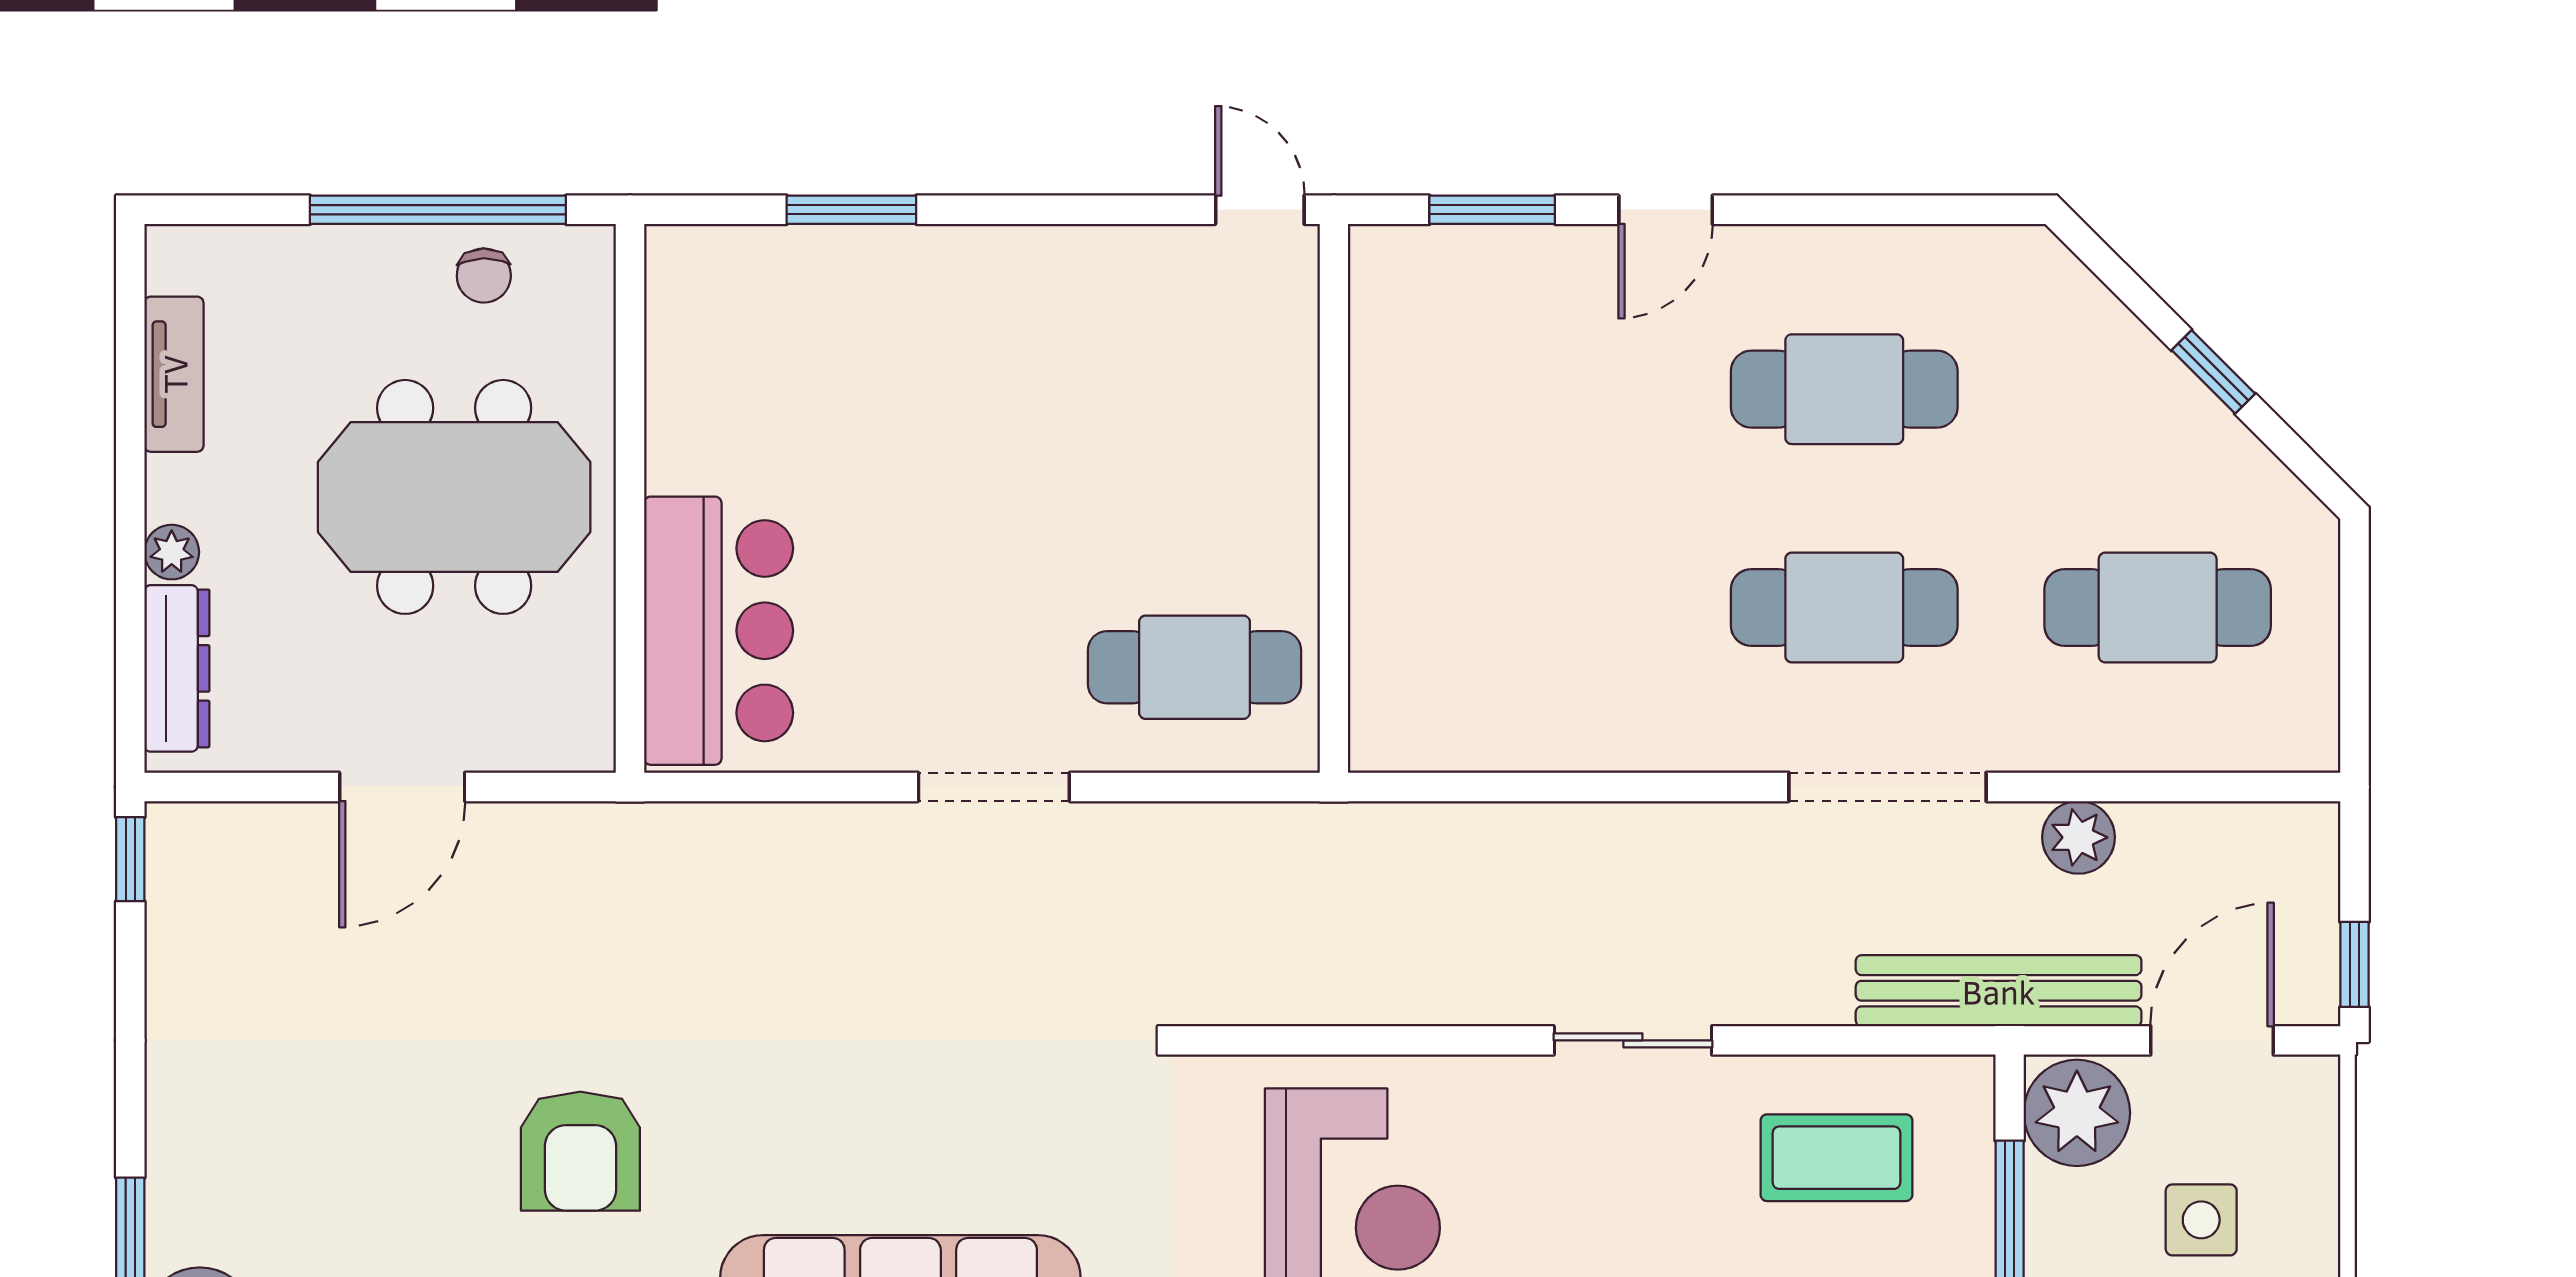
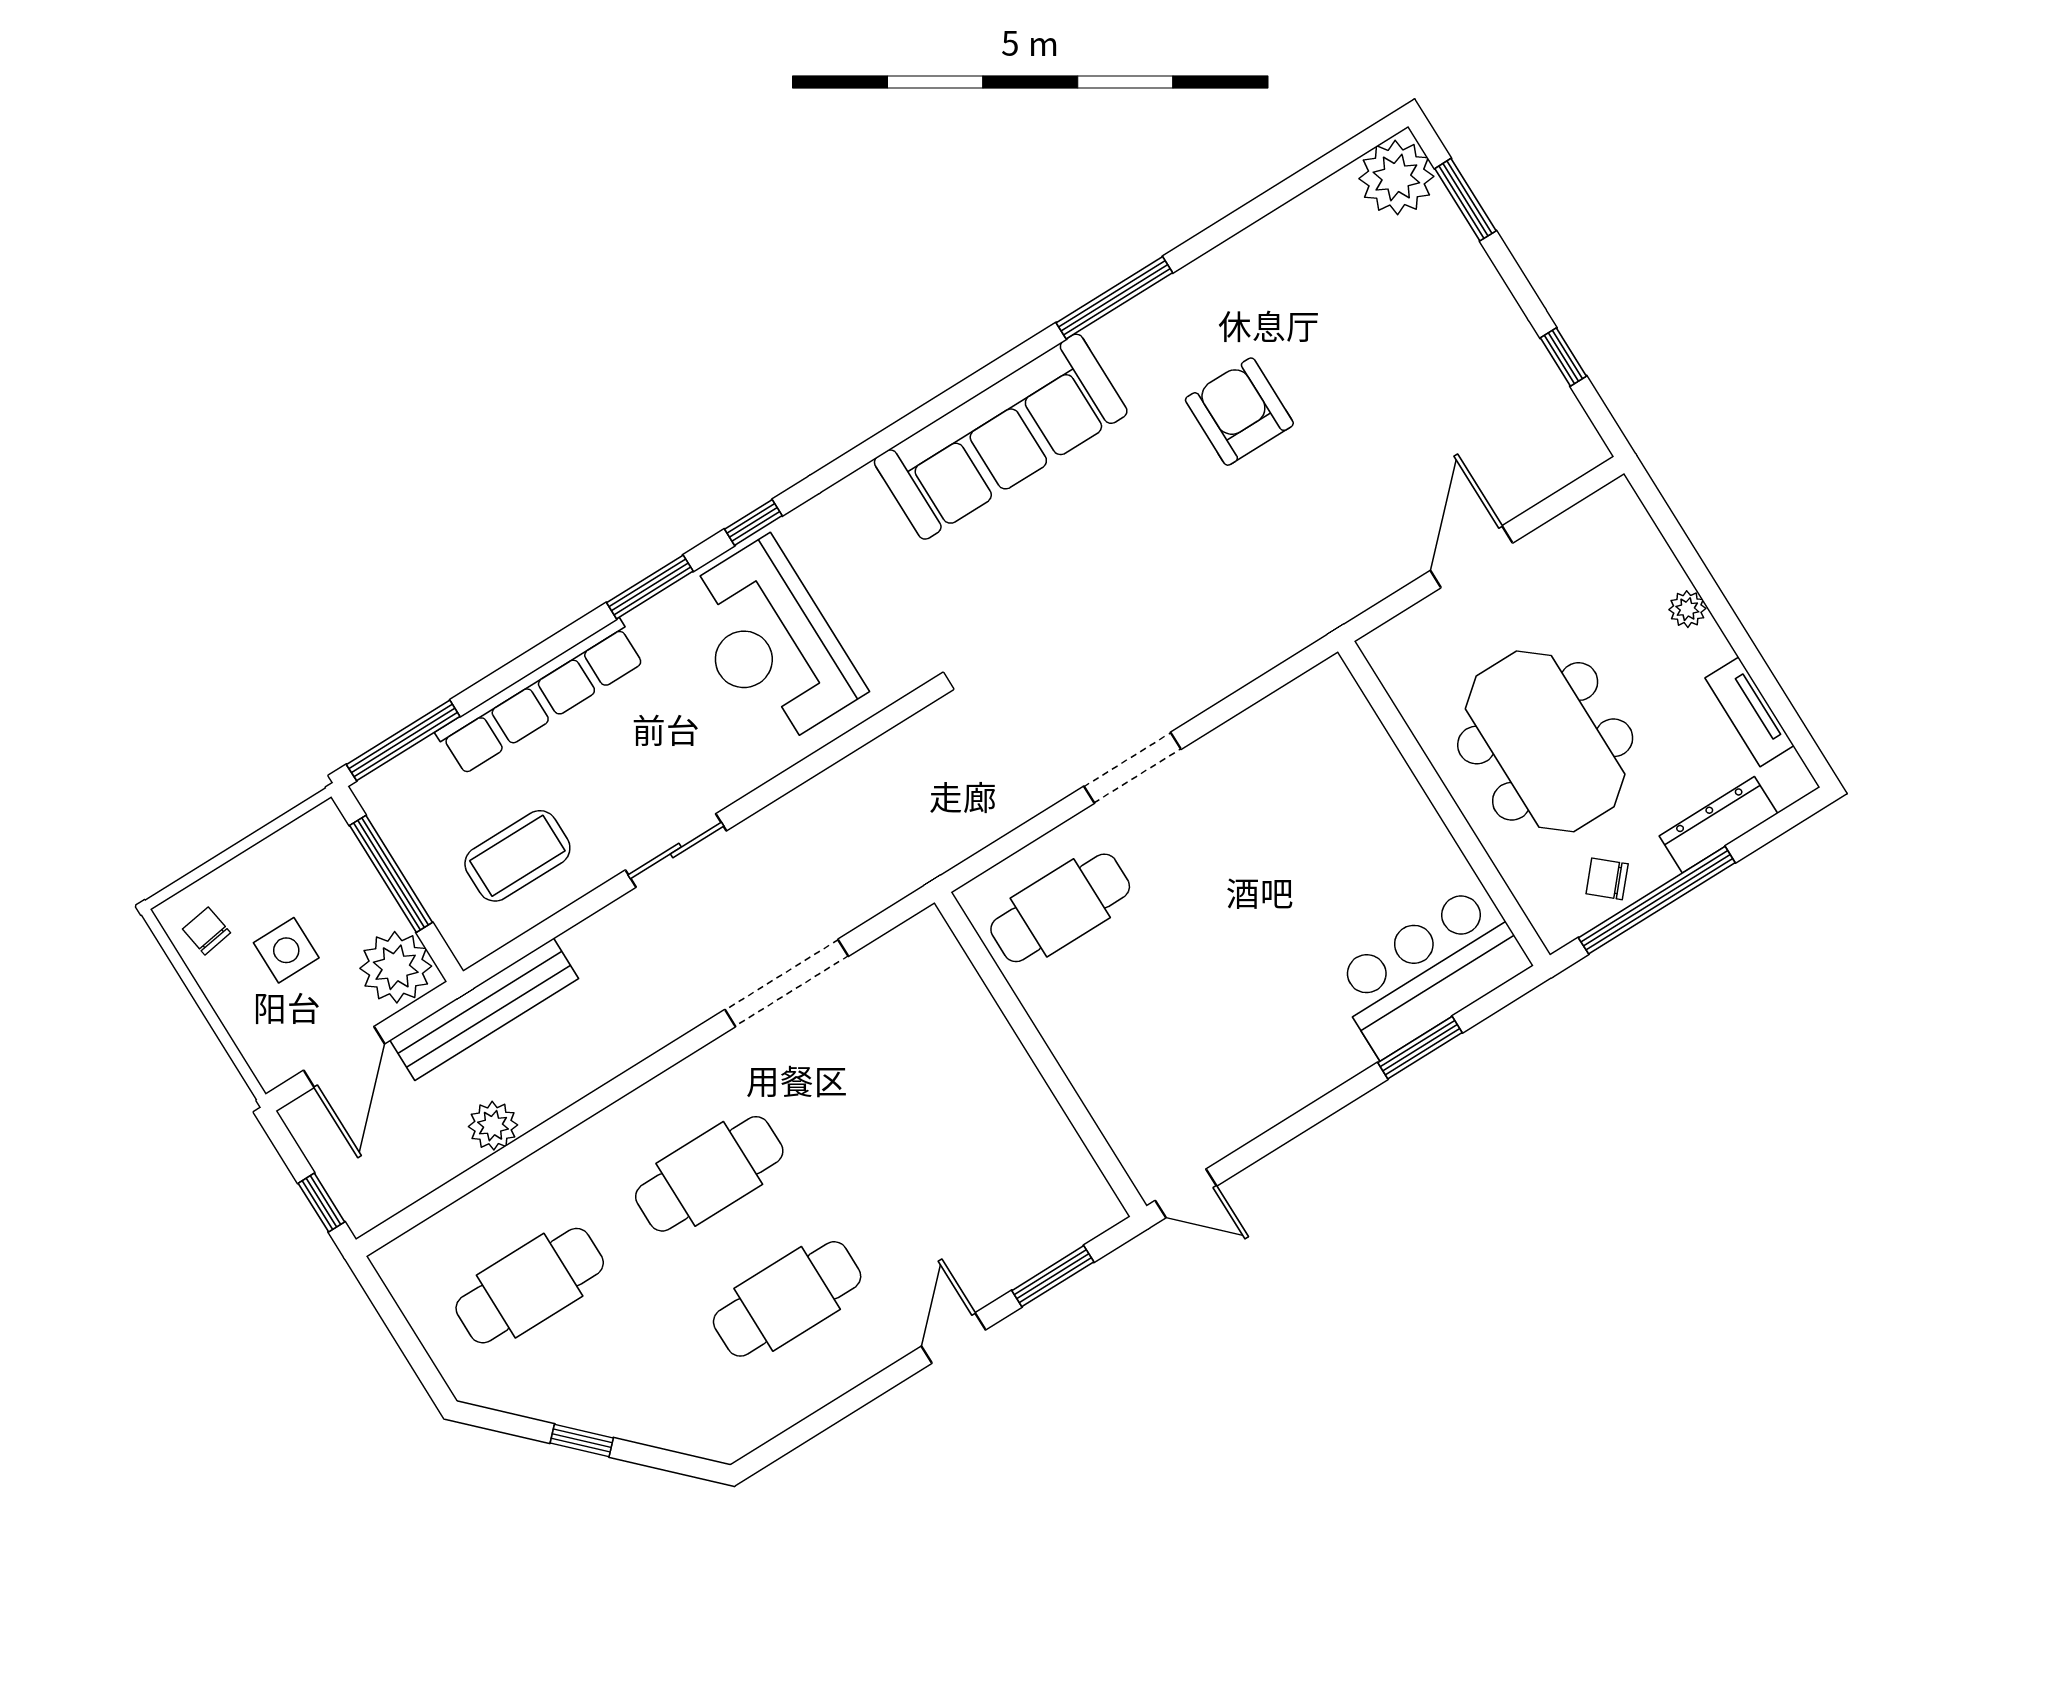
chair: (484, 276) -> (1607, 879), turned -48
meeting table: (454, 497) -> (1545, 741), turned 90
bar counter: (719, 631) -> (1430, 971), moved, turned 90
dresser: (177, 668) -> (1718, 825), moved, turned 90
doorway: (1888, 787) -> (787, 983), moved
window: (130, 859) -> (1563, 357), moved
window: (2355, 964) -> (321, 1203), moved

